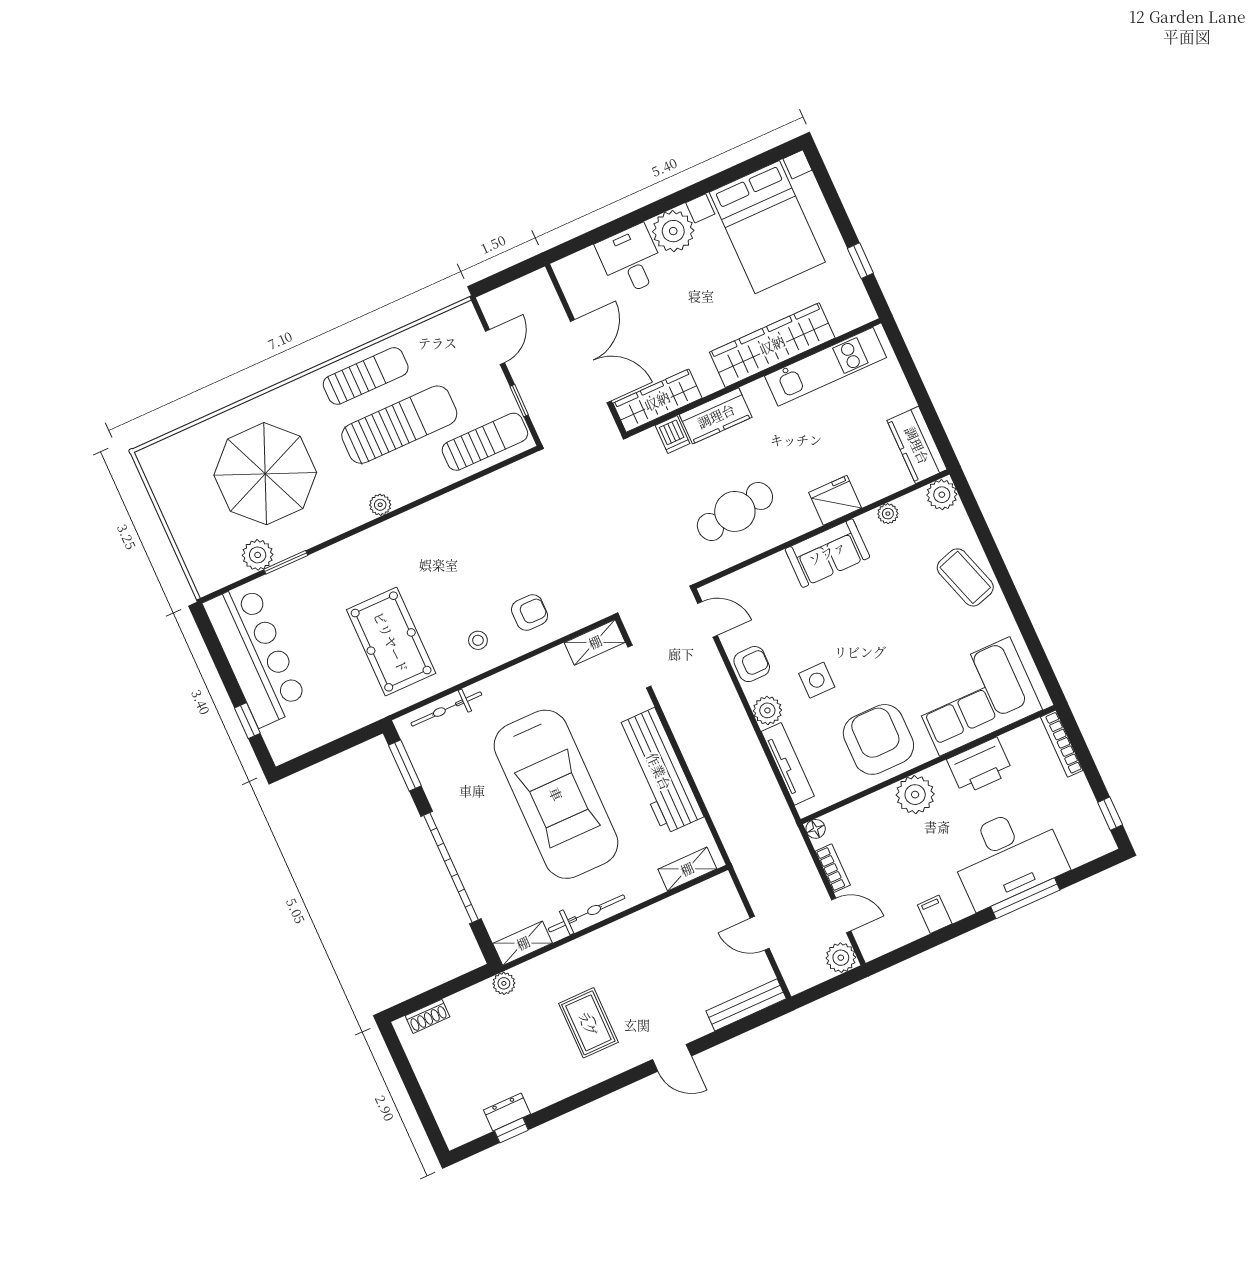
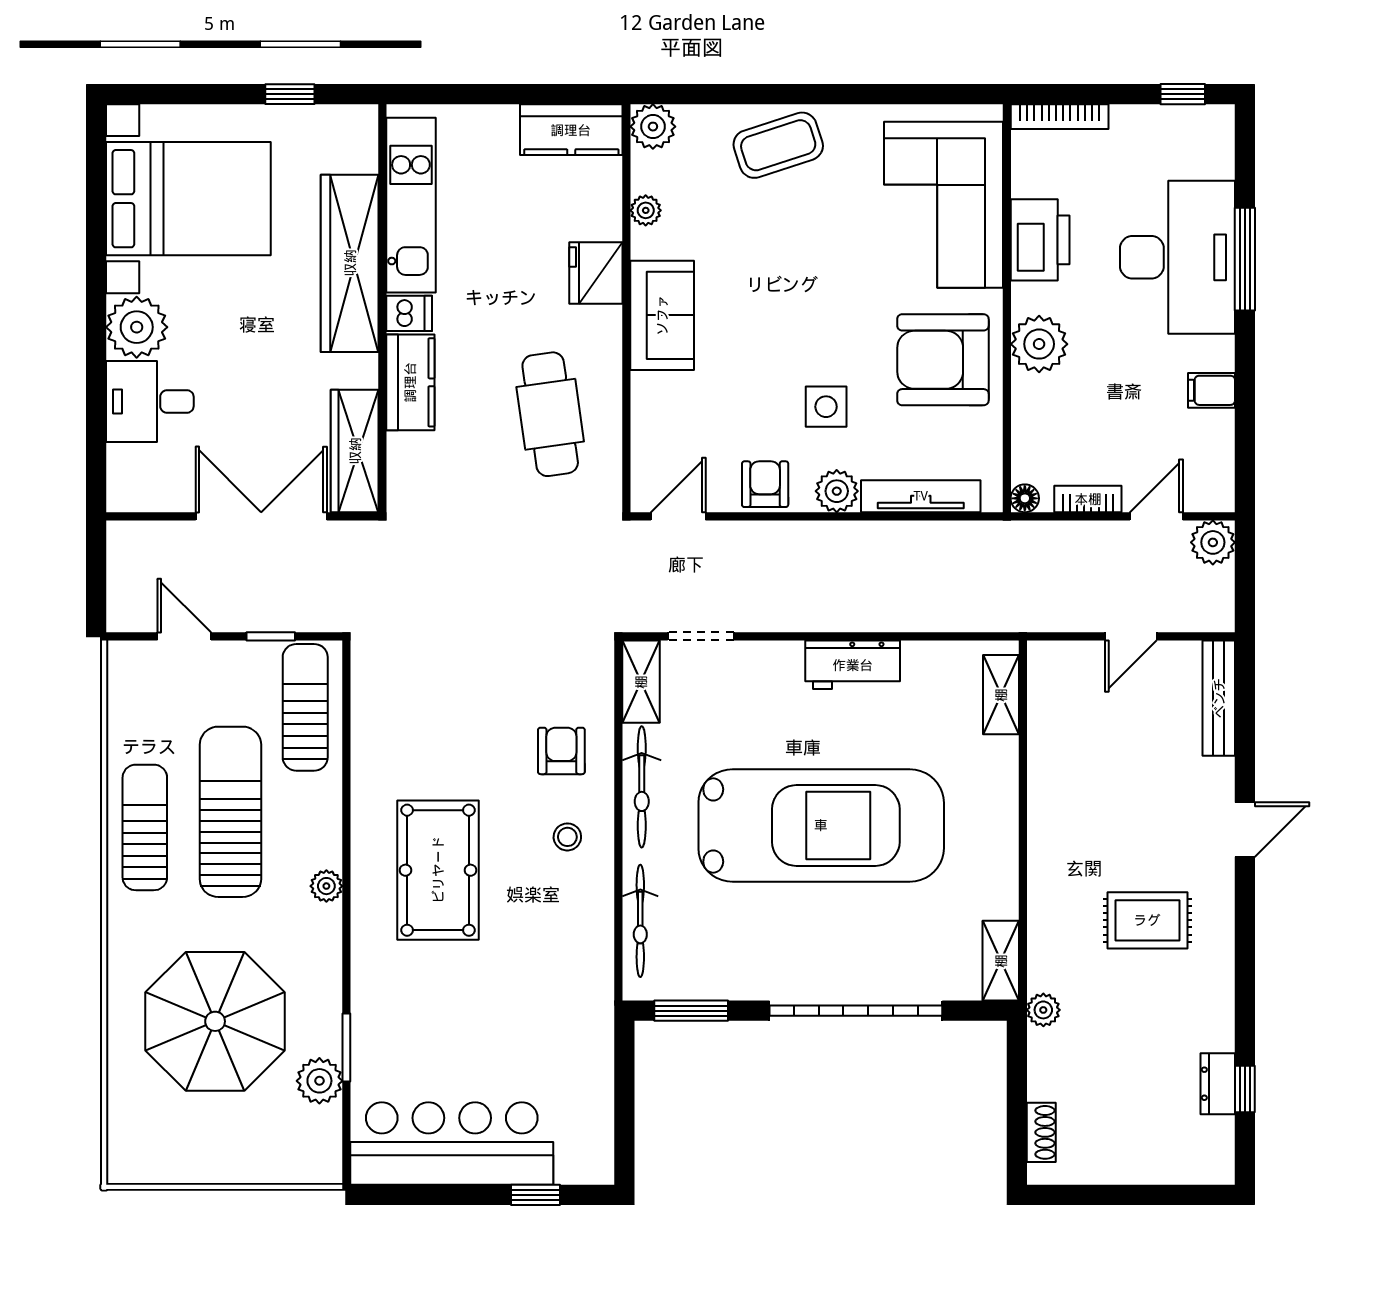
dishwasher: (673, 434) -> (409, 313), moved
pool table: (391, 642) -> (438, 870), moved, turned 90
workbench: (659, 771) -> (853, 665), width x0.53, depth x0.76
bicycle: (587, 913) -> (642, 787), moved, turned 180

